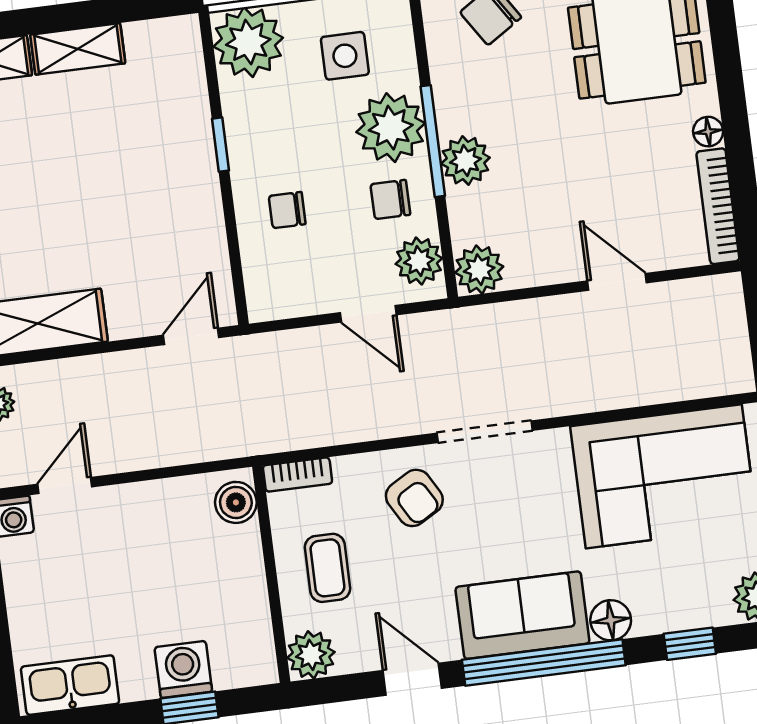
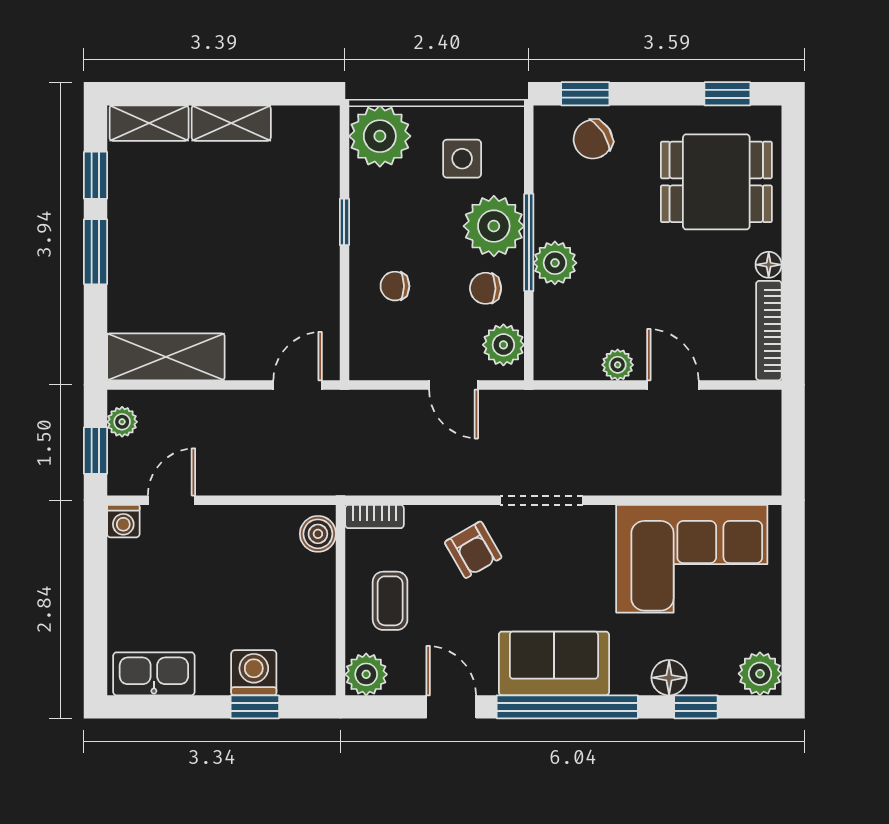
plant: (479, 270) -> (618, 365), moved, width x0.73, depth x0.73
floor lamp: (611, 620) -> (669, 678), moved

